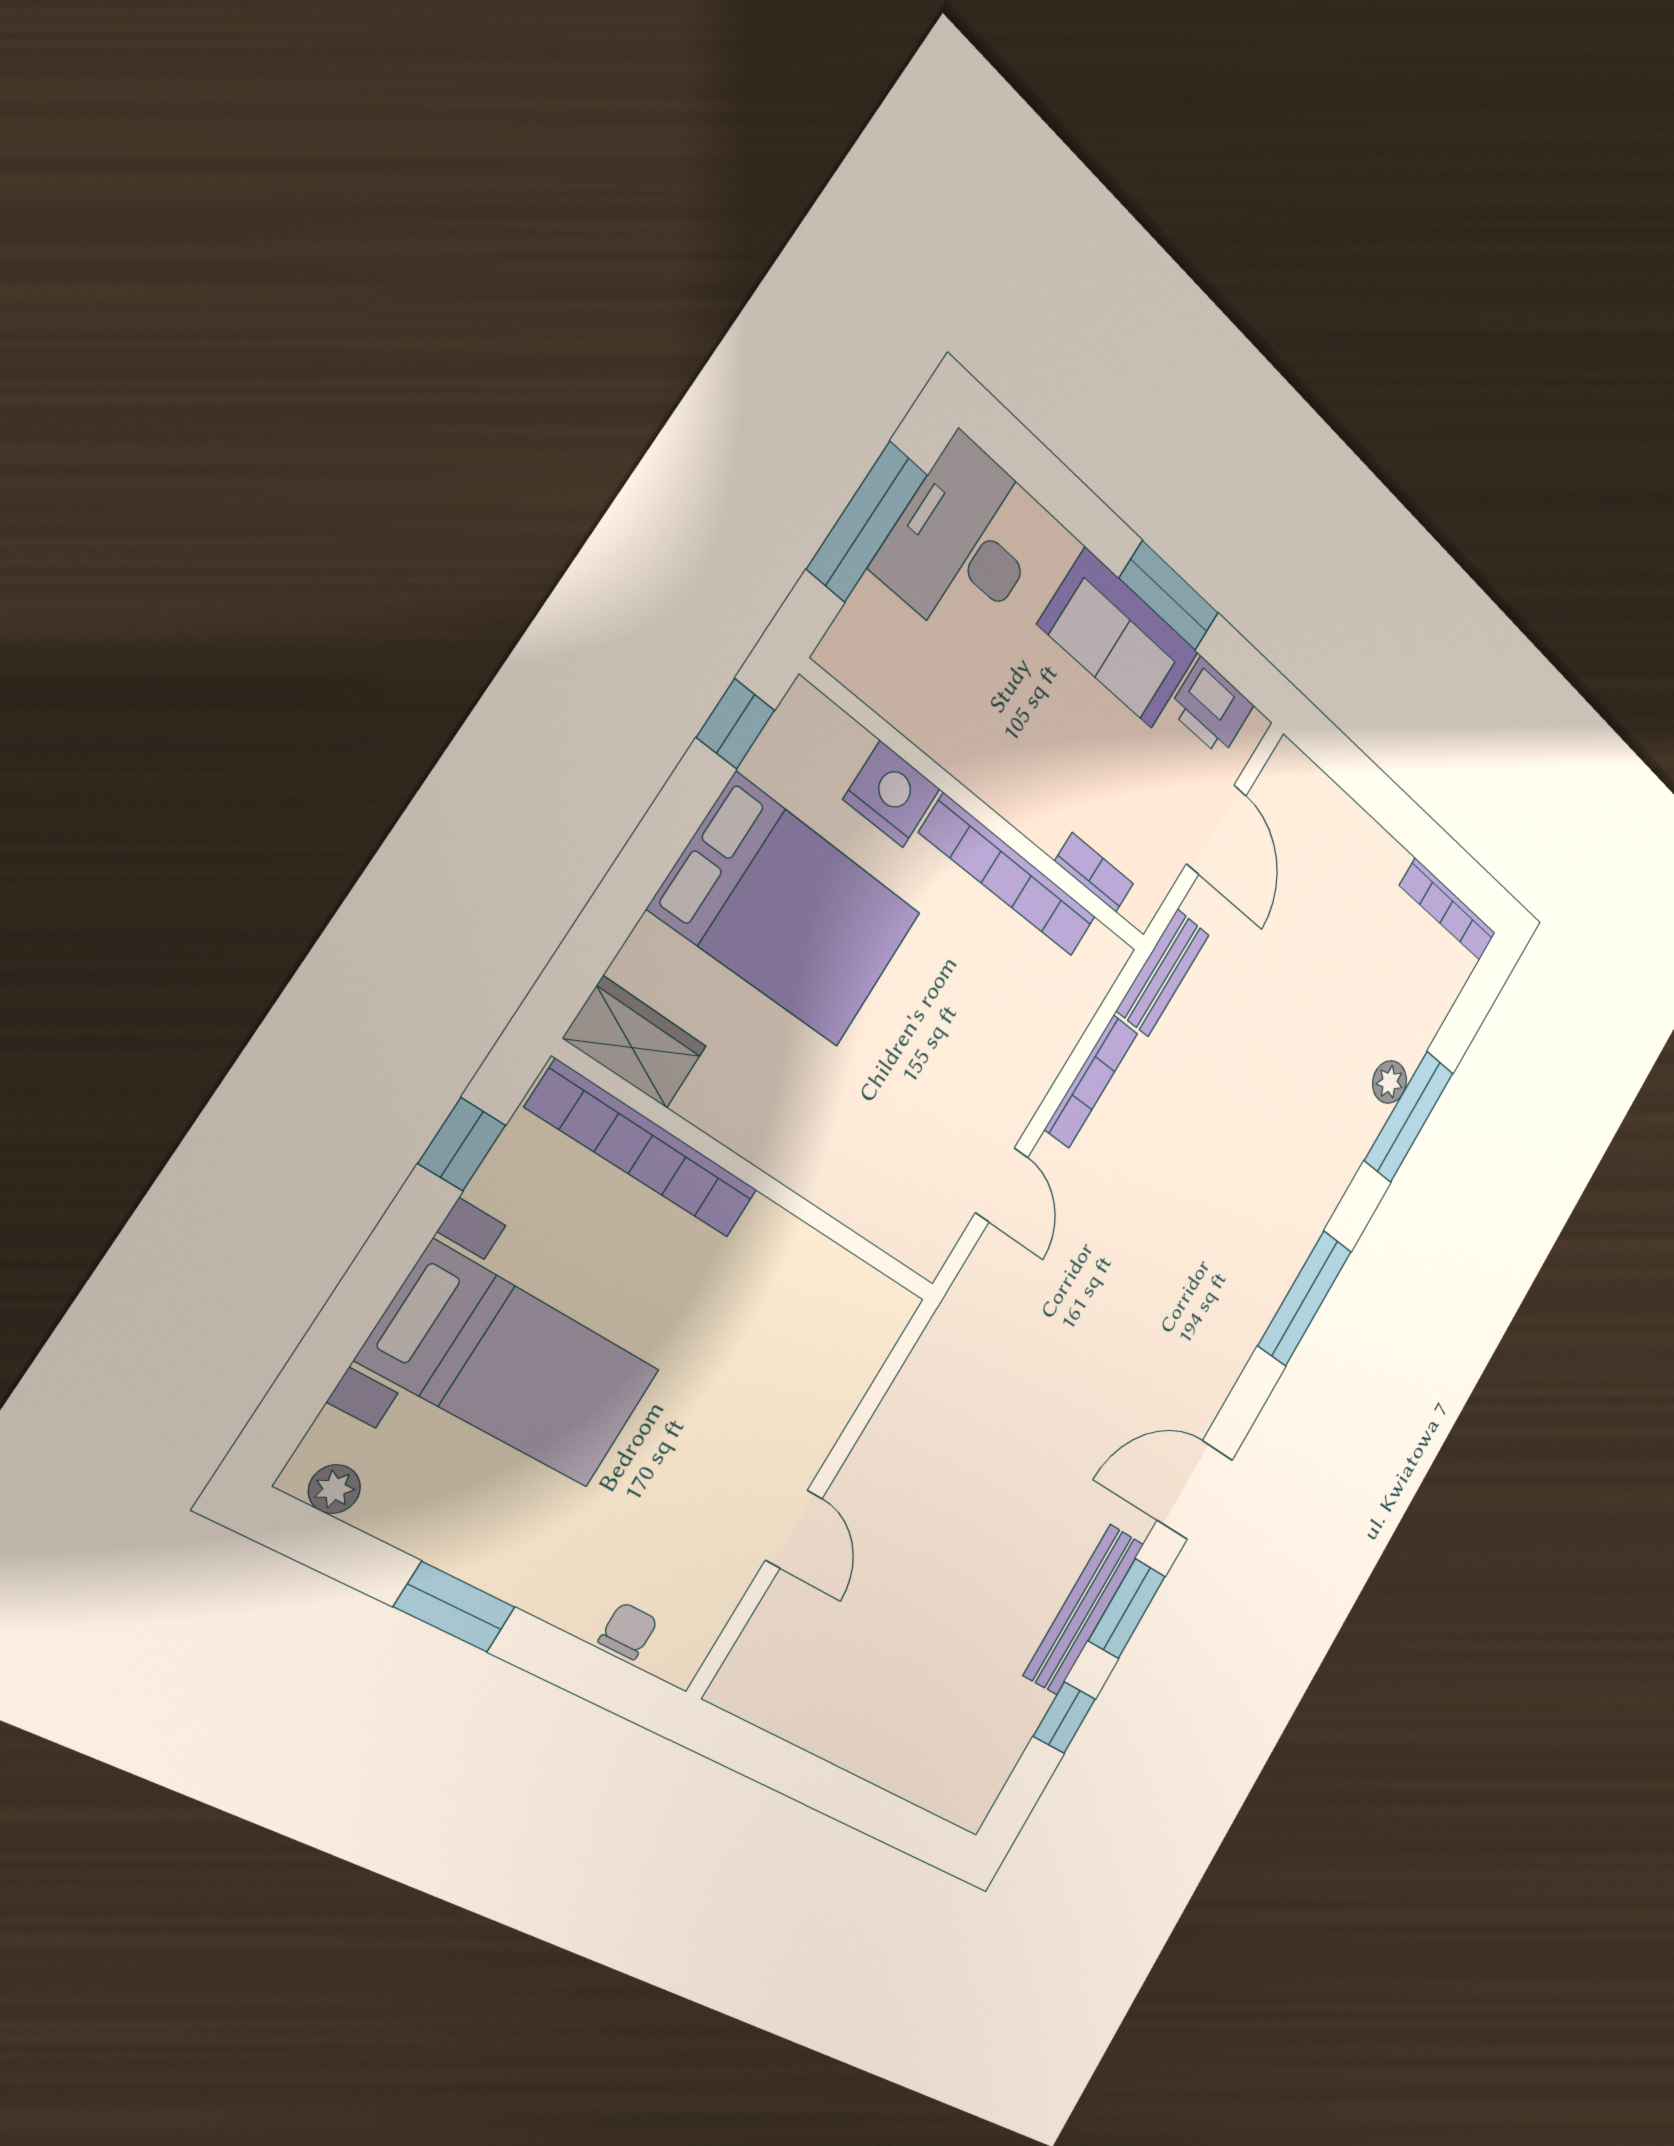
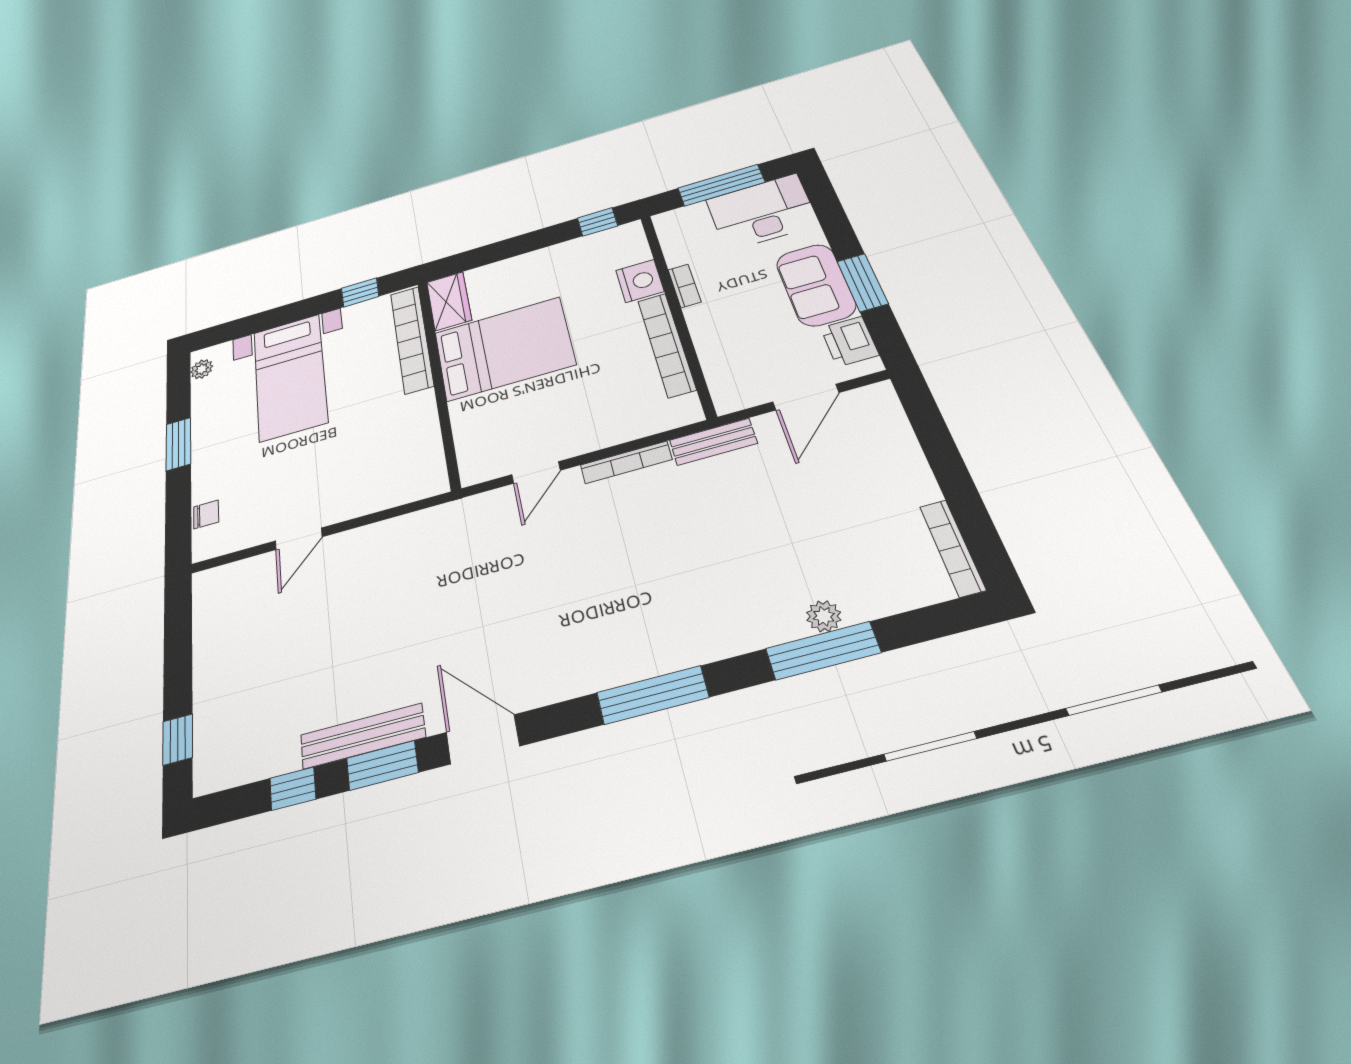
bookcase: (1094, 872) -> (684, 286), moved
bed: (787, 911) -> (504, 348), moved, turned -90
window: (898, 1823) -> (178, 739), added

